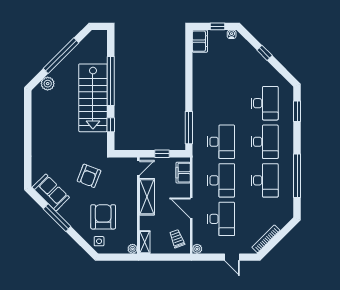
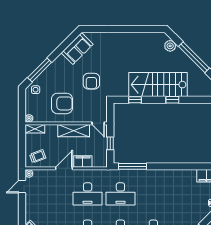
window: (111, 81) -> (172, 100), width x0.32
filing cabinet: (183, 173) -> (83, 161), moved
armchair: (89, 176) -> (91, 81), turned -111
armchair: (103, 217) -> (62, 103), moved
window: (57, 218) -> (40, 70), moved
desk: (221, 219) -> (55, 194), removed
door: (232, 257) -> (22, 187), moved

